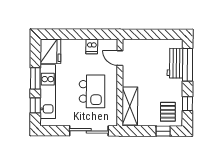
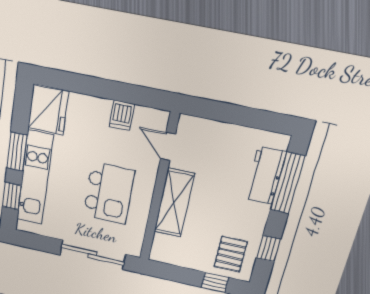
shelving: (130, 106) -> (174, 203), moved

